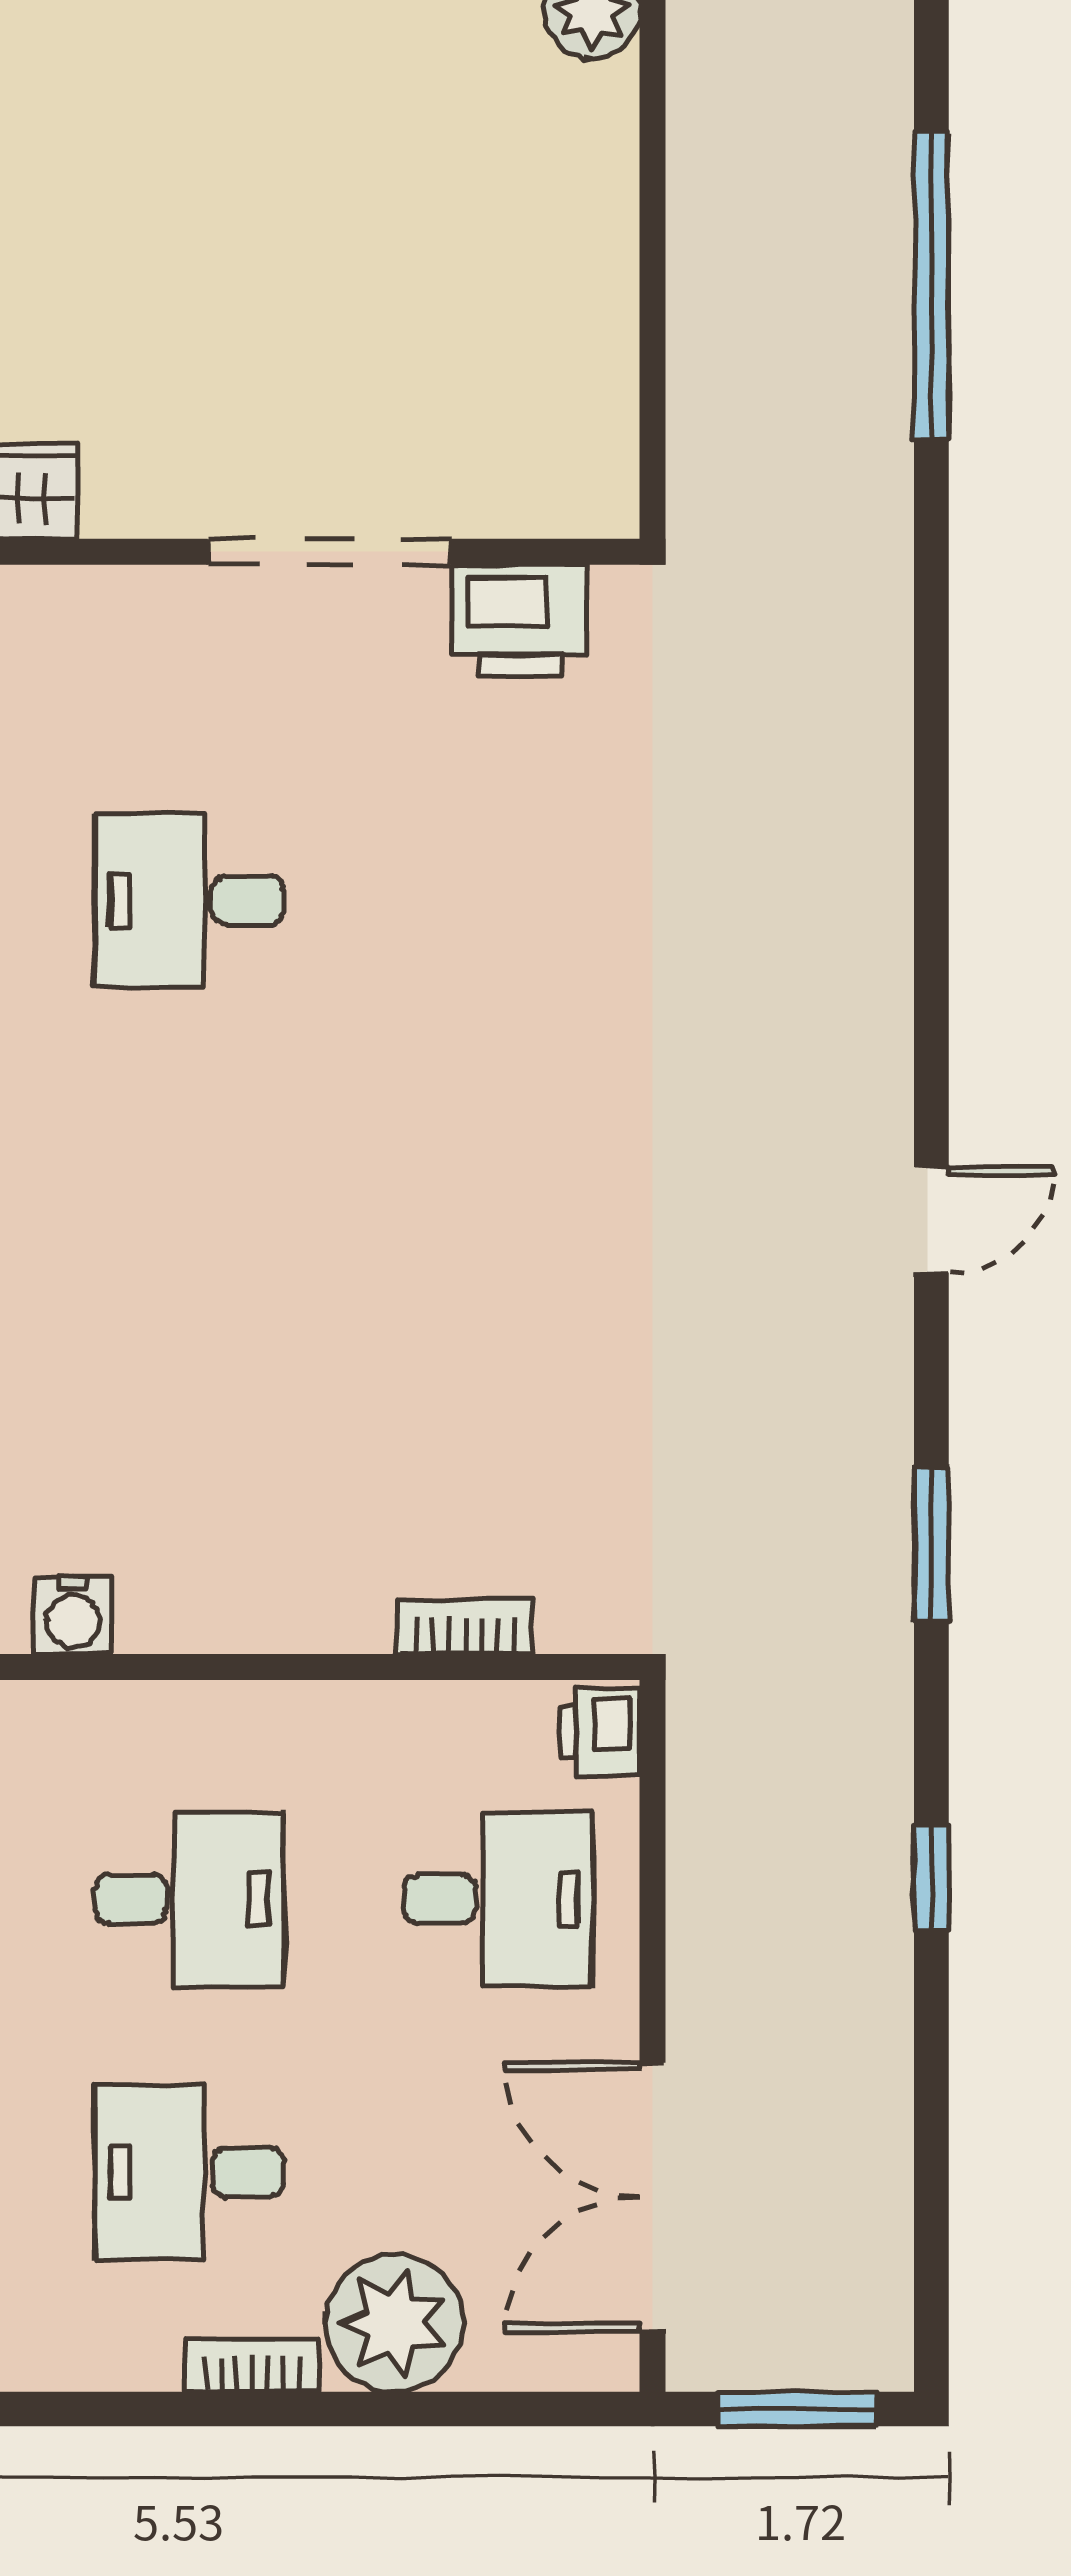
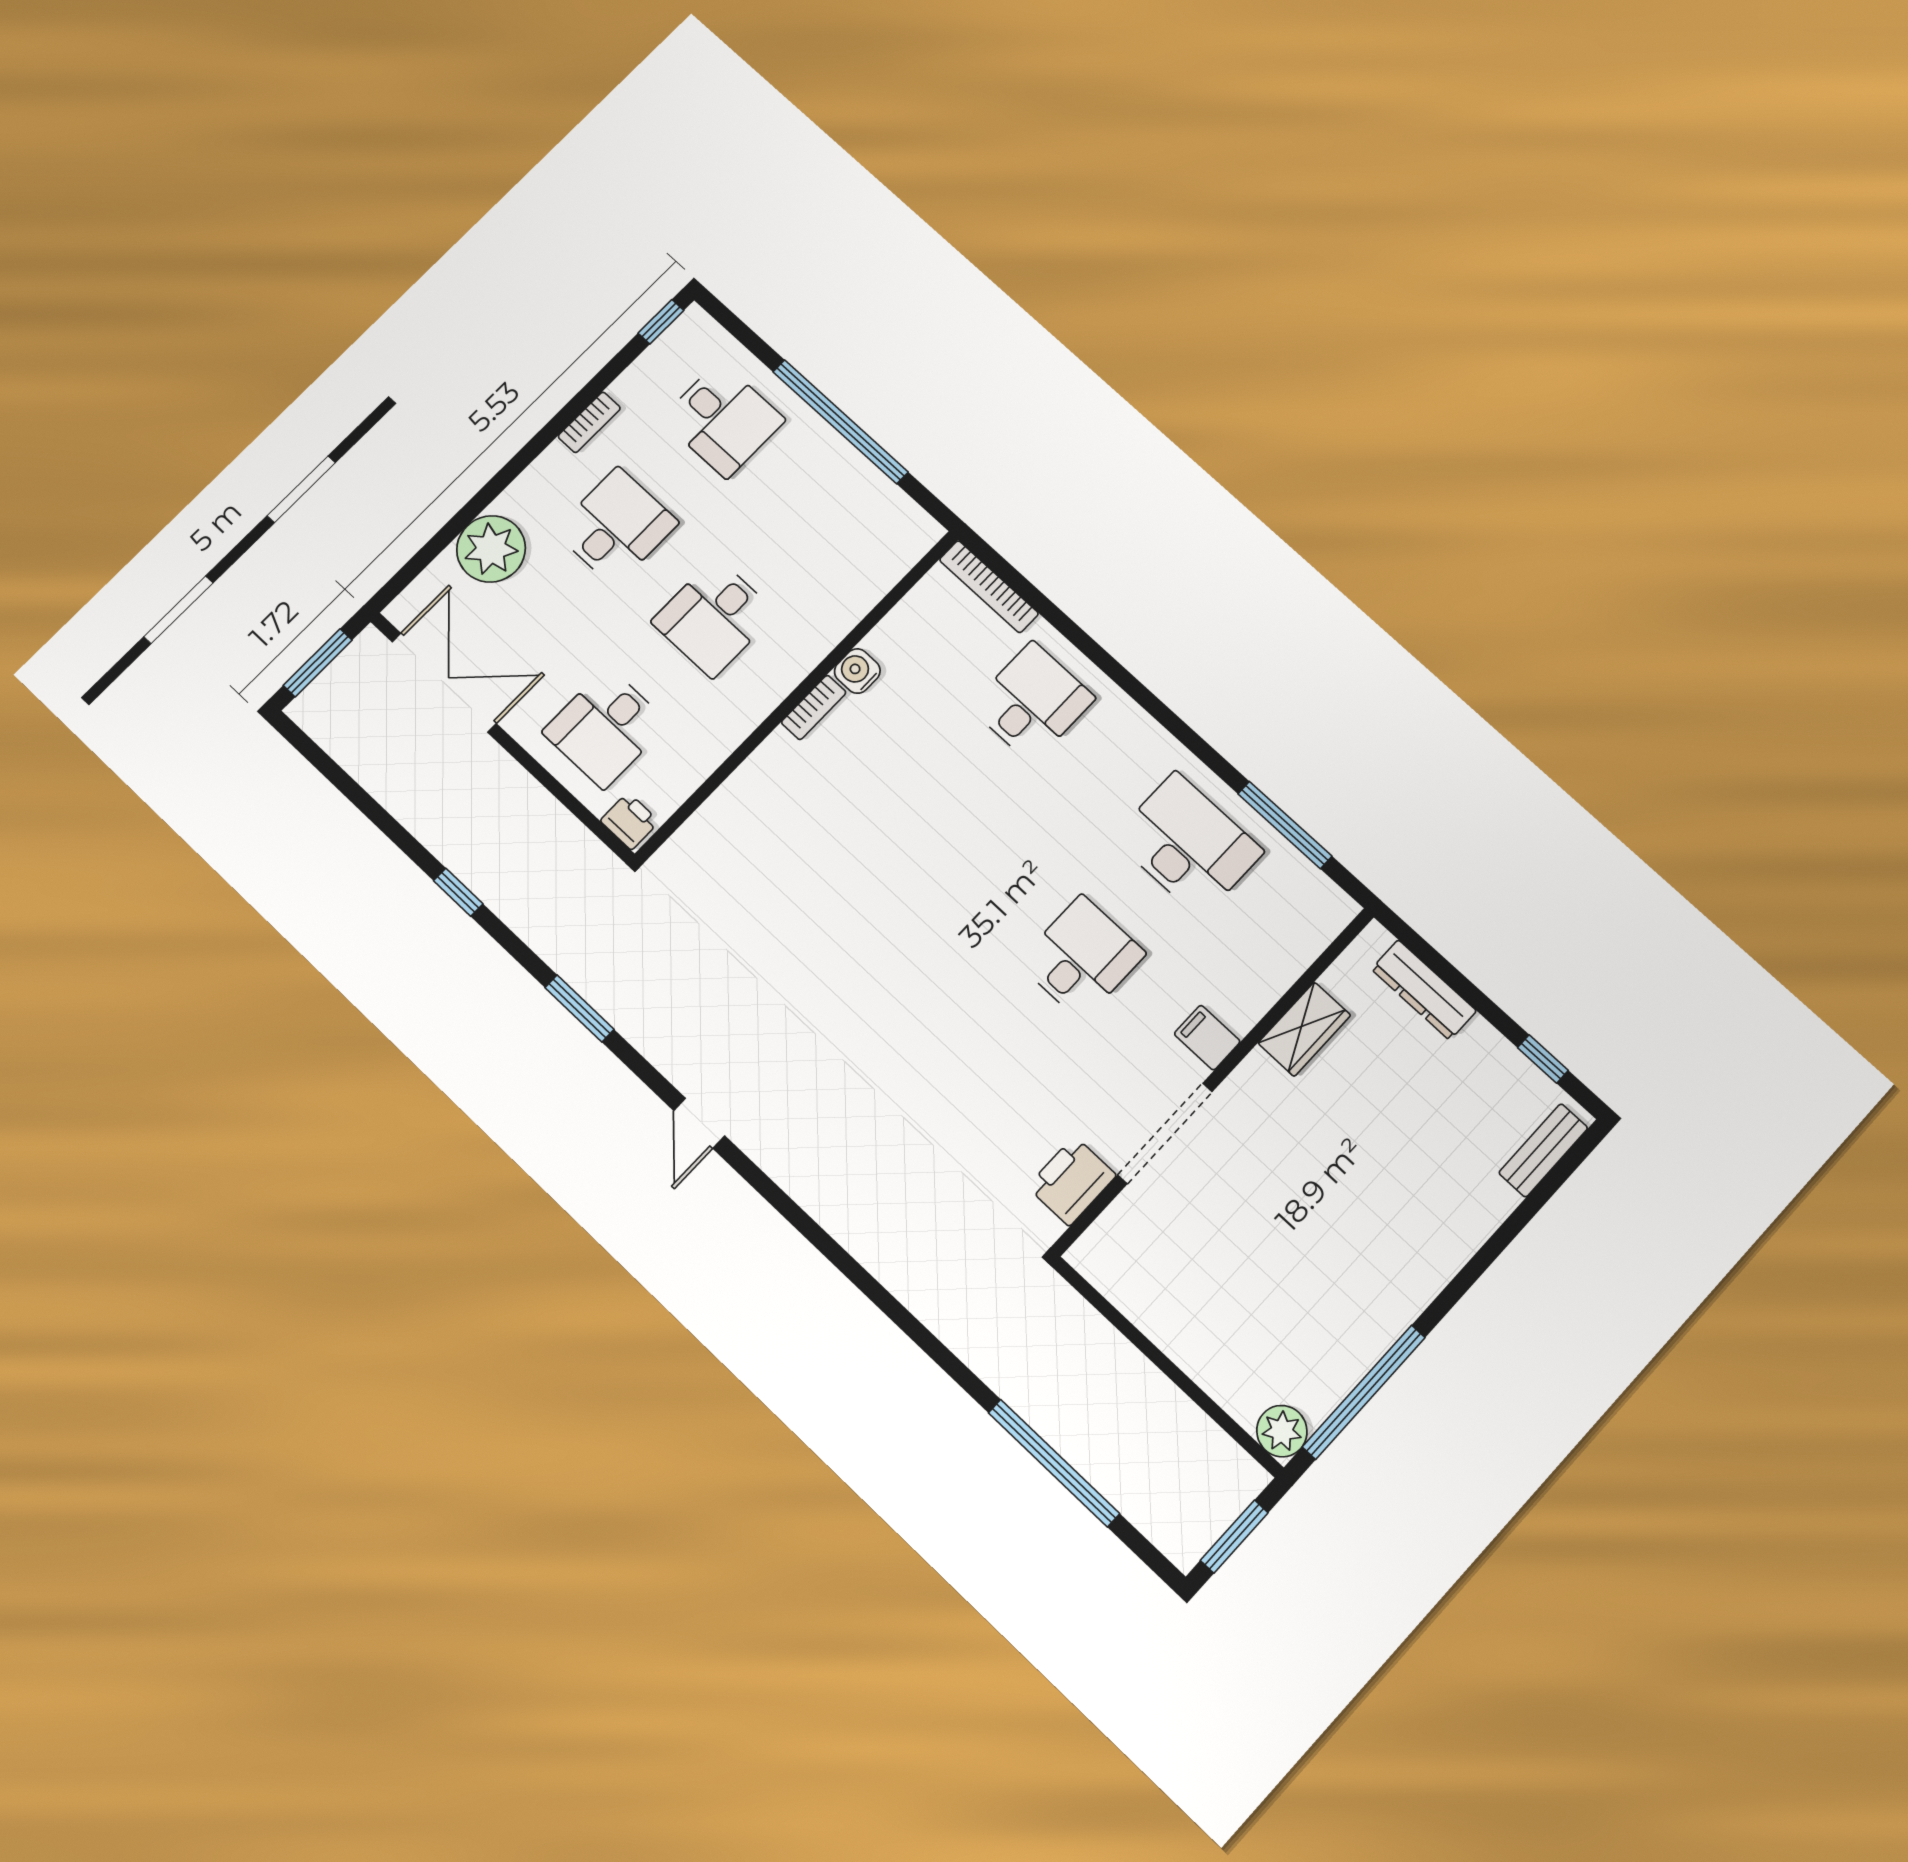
filing cabinet: (137, 617) -> (1207, 1038), added
bookcase: (465, 1627) -> (814, 707), moved
bookcase: (253, 2365) -> (589, 422), moved

